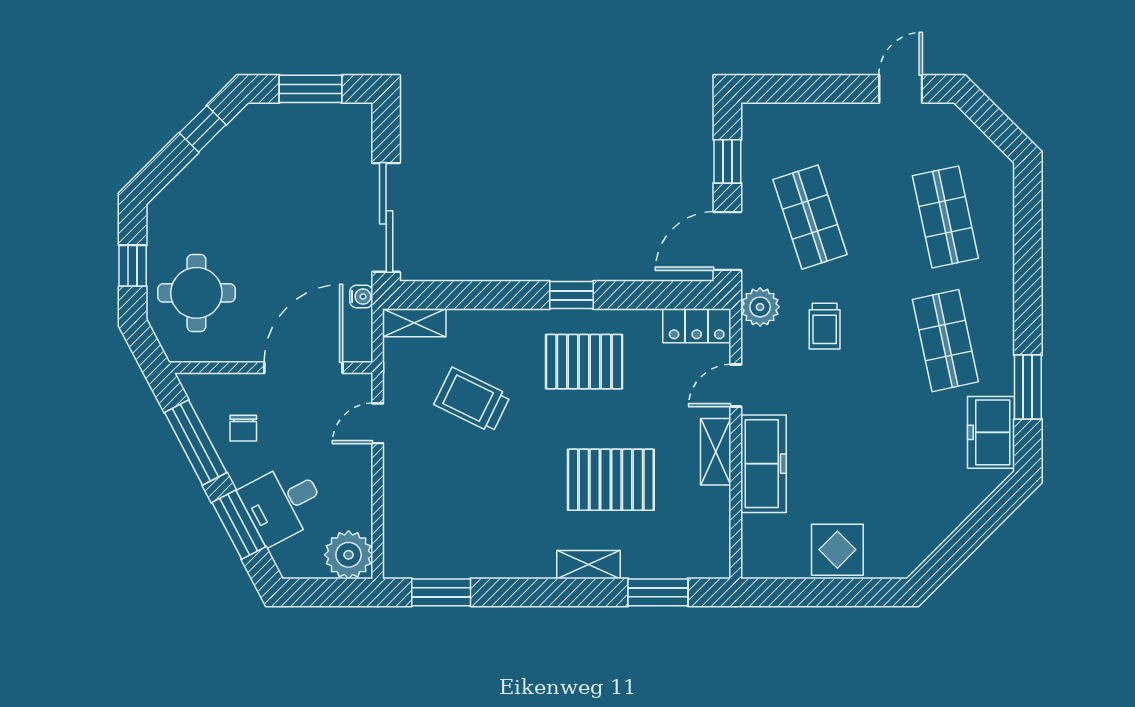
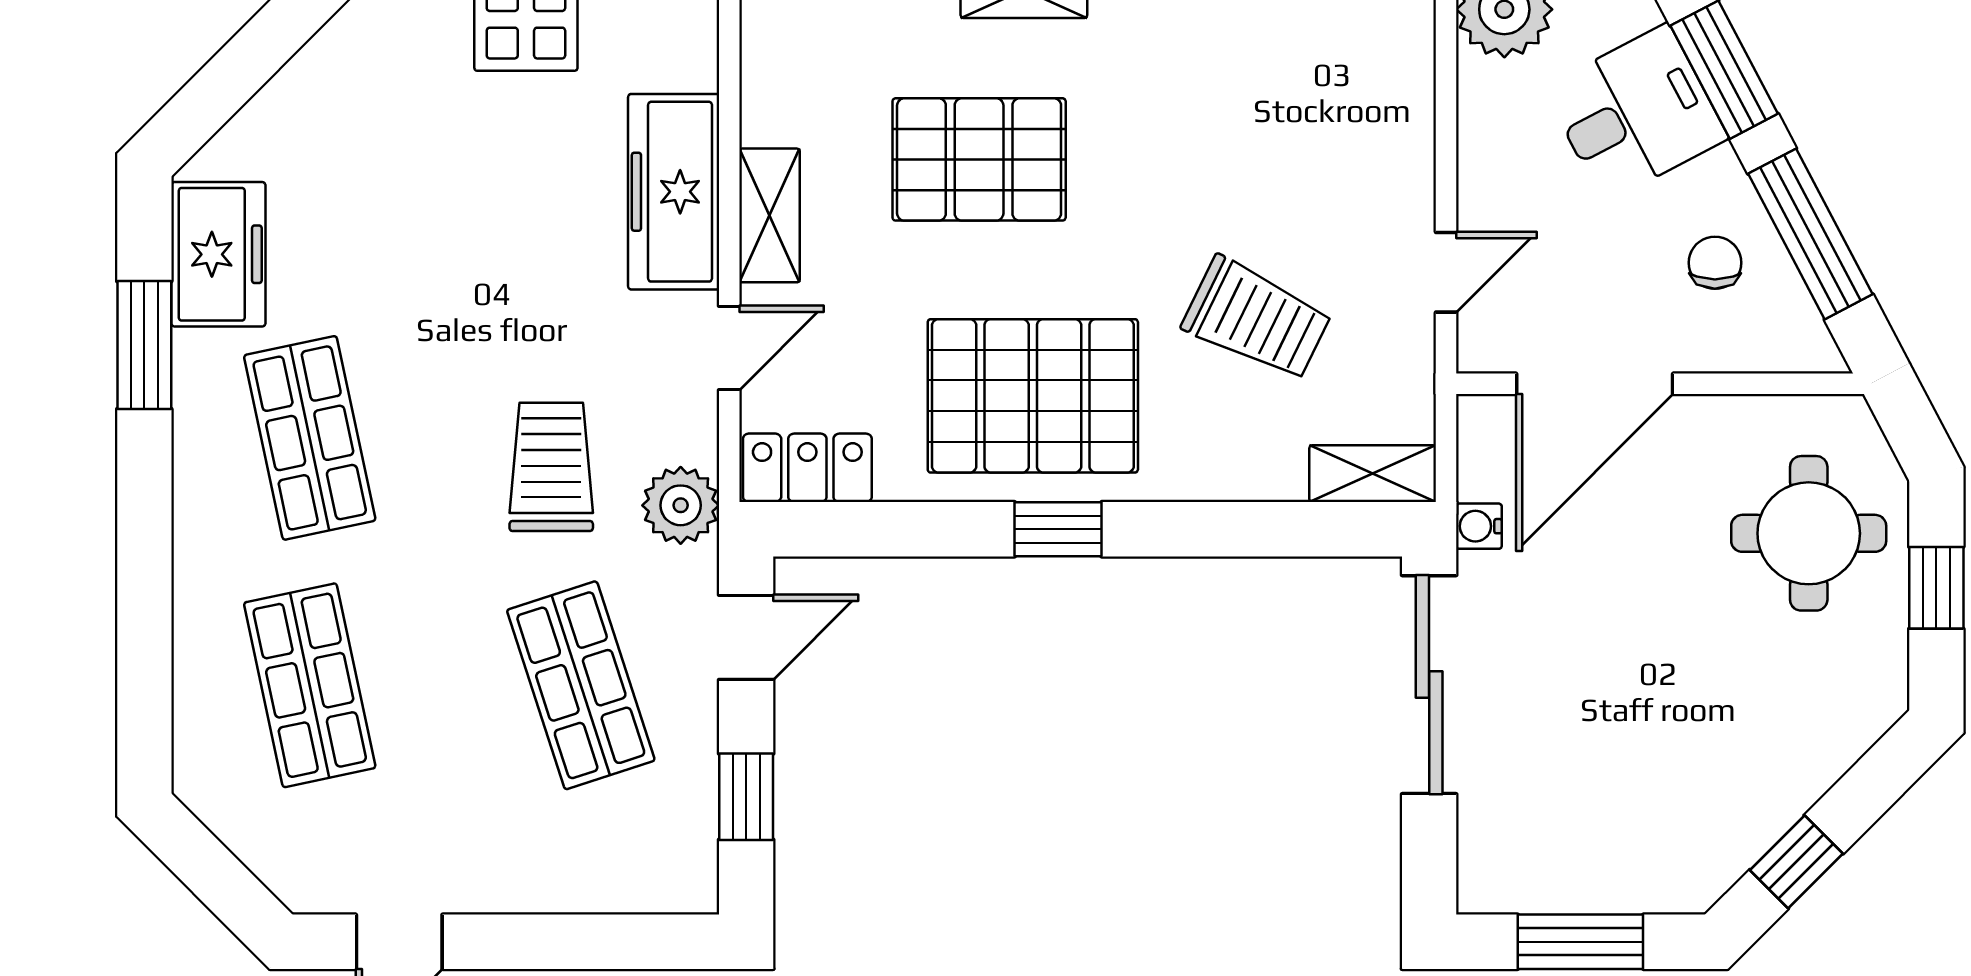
door: (727, 241) -> (746, 637), width x0.73
trolley: (825, 326) -> (551, 467), width x1.36, depth x1.39
pallet: (584, 362) -> (1033, 396), width x1.37, depth x1.41

